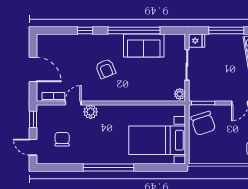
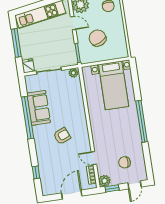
window: (85, 30) -> (36, 172), moved
plant: (91, 112) -> (105, 181), moved
chair: (203, 123) -> (98, 38), moved, turned -97

